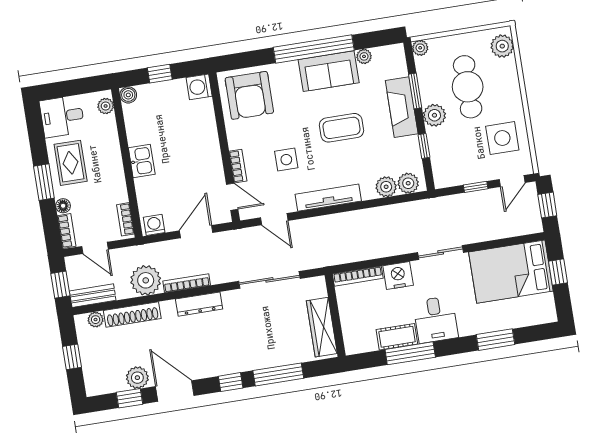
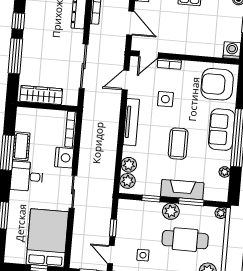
sofa: (329, 71) -> (222, 130), moved
side table: (502, 138) -> (143, 255), width x0.54, depth x0.54

